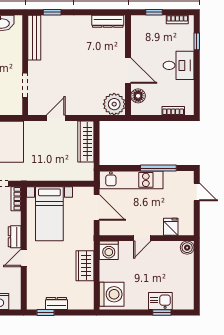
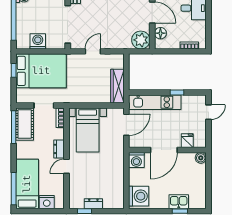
doorway: (25, 85) -> (68, 24), width x1.87
wardrobe: (86, 141) -> (117, 86), moved
window: (158, 168) -> (177, 92), width x0.46
door: (197, 192) -> (209, 112), hinge flipped
door: (97, 207) -> (126, 125), hinge flipped
door: (142, 238) -> (164, 150), width x1.88
wardrobe: (85, 266) -> (117, 173), removed

